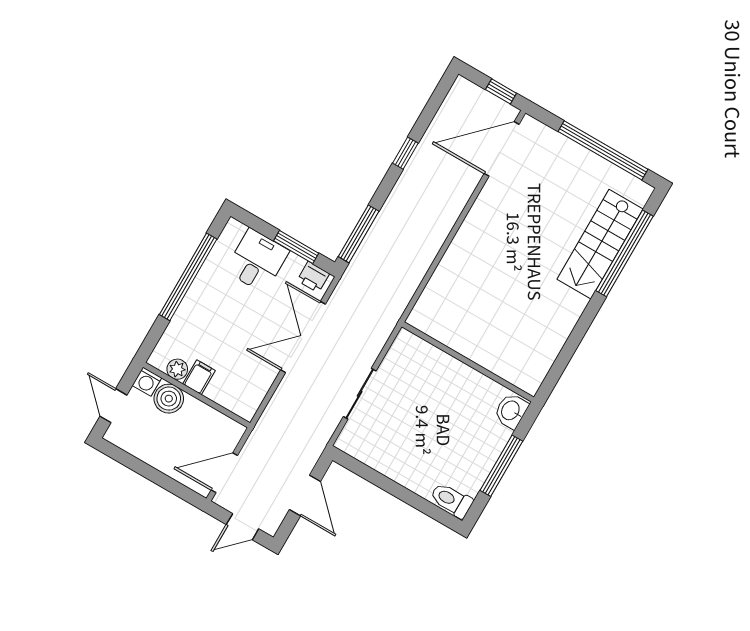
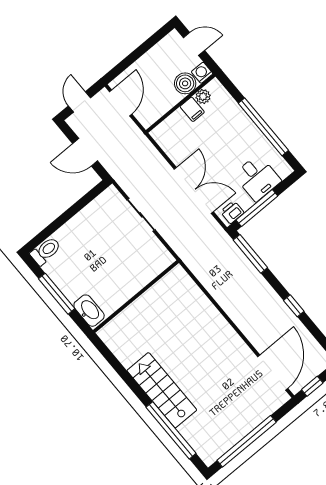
stairs: (600, 244) -> (162, 390), moved
window: (296, 247) -> (257, 208), width x1.44
washbasin: (511, 411) -> (89, 311), width x1.38

